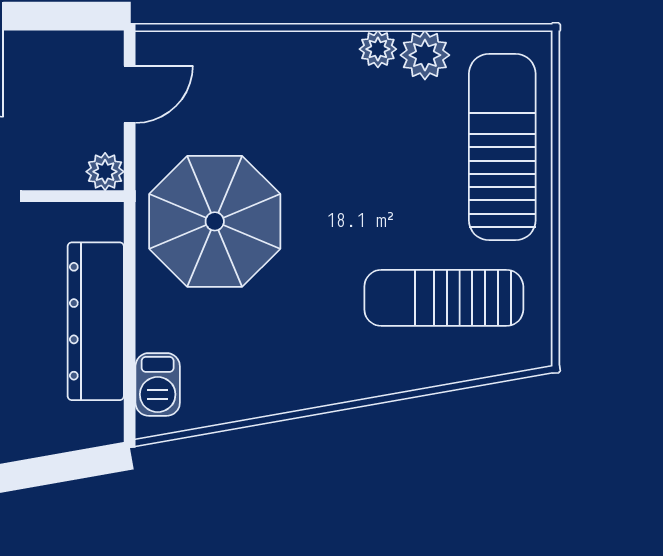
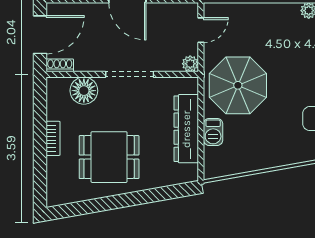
barbecue: (158, 384) -> (213, 132), moved

